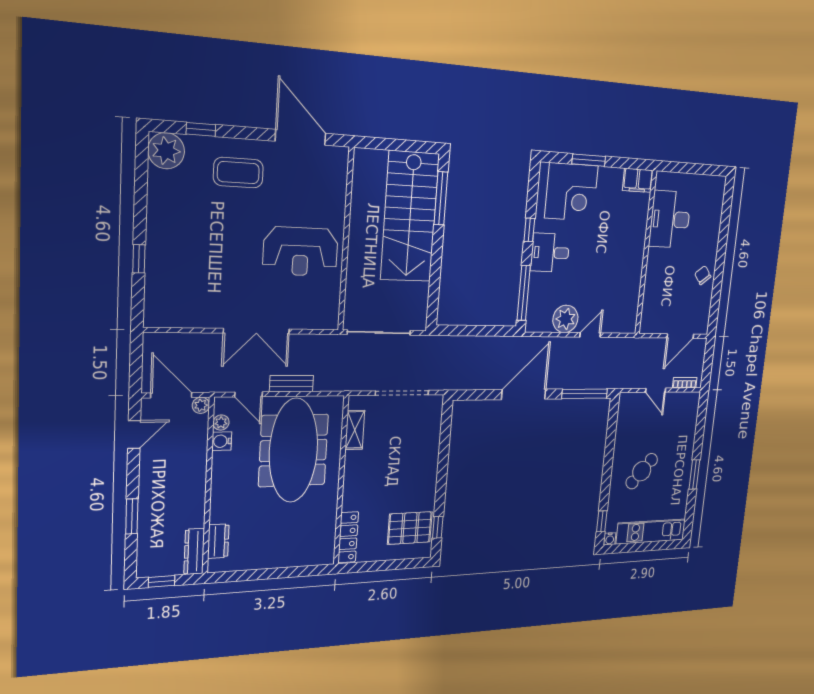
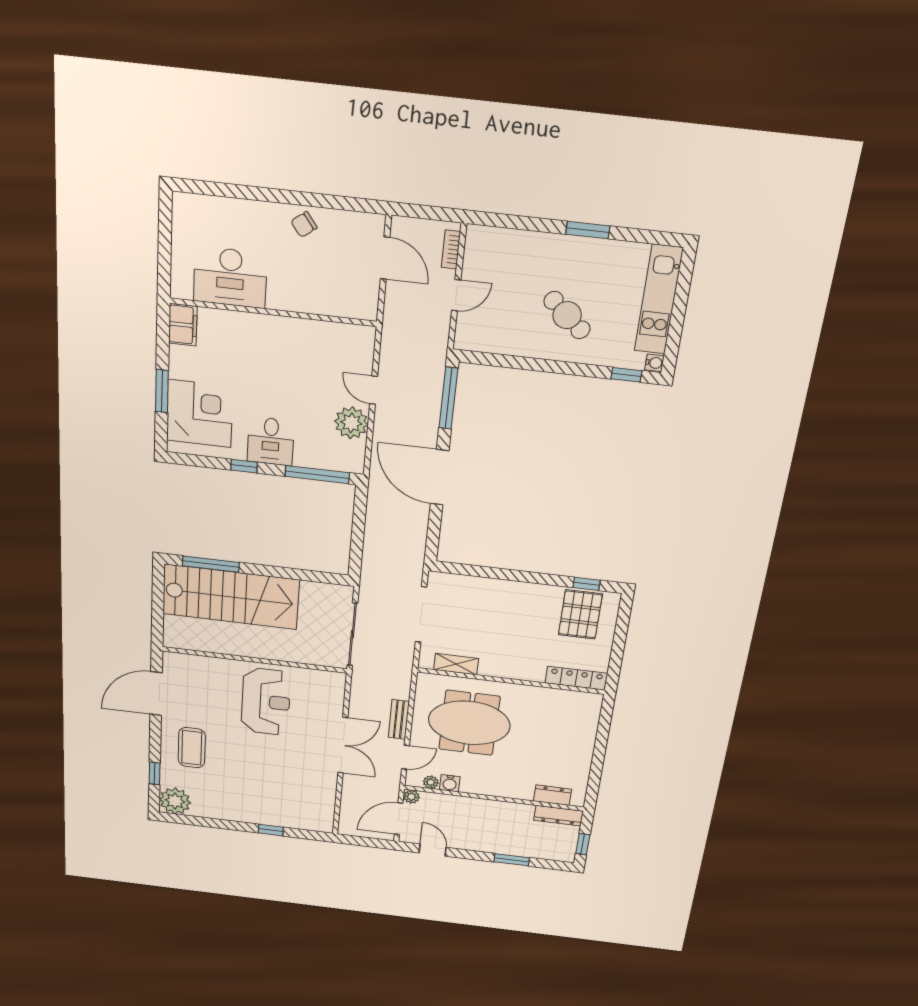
meeting table: (294, 450) -> (469, 723), width x0.73

